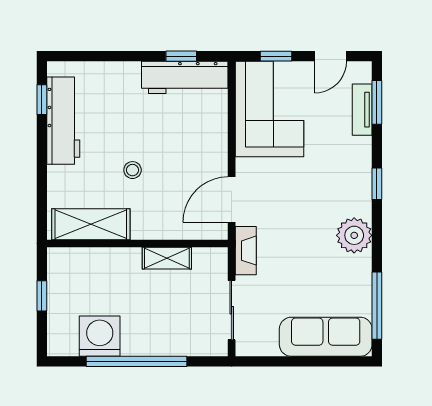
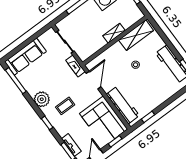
workbench: (185, 77) -> (123, 105), moved, turned 90
coffee table: (320, 191) -> (65, 106), added
shelving: (167, 258) -> (114, 33), moved

